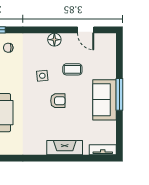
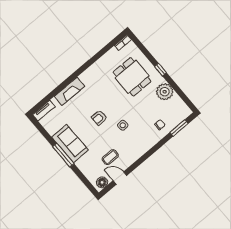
floor lamp: (54, 40) -> (102, 182), moved
coffee table: (72, 69) -> (110, 157), moved

